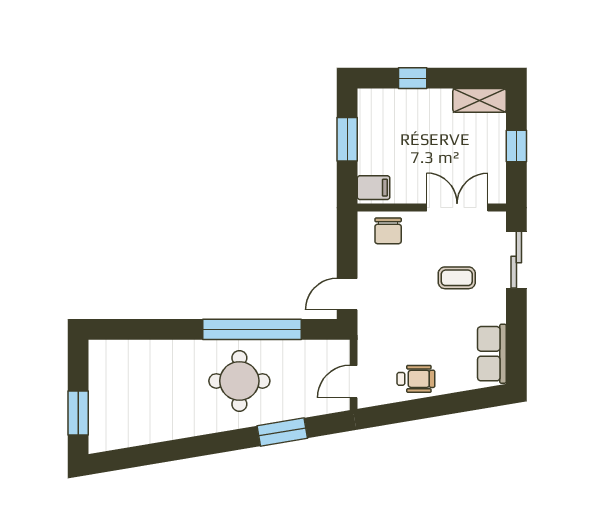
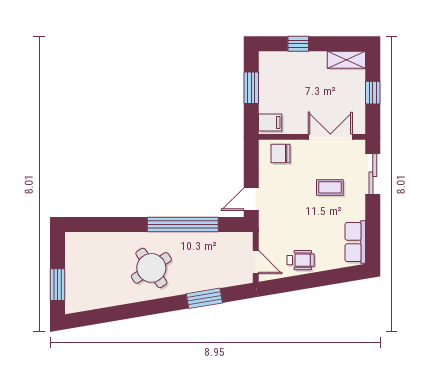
chair: (388, 231) -> (281, 154), turned 90
round table: (239, 381) -> (151, 268), moved, turned -34
door: (354, 382) -> (256, 262), swing flipped

